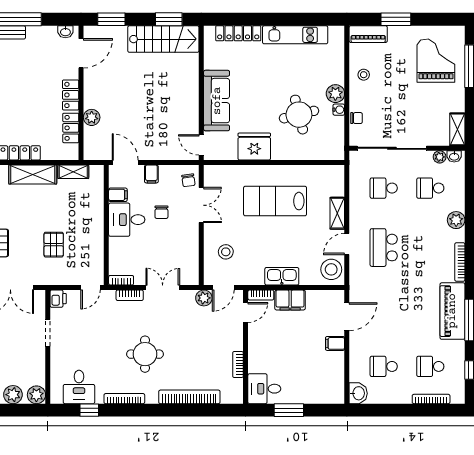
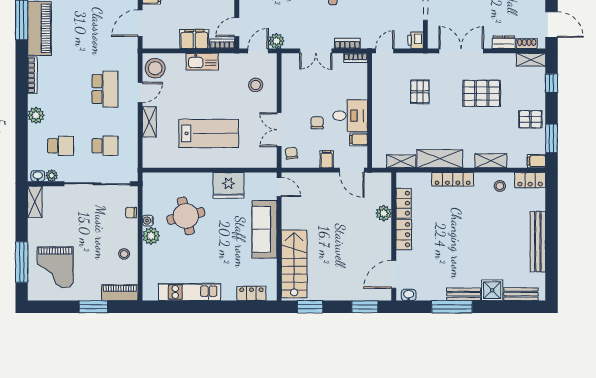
locker: (238, 33) -> (251, 293), width x0.66
stairs: (163, 39) -> (294, 264), moved, turned 90

